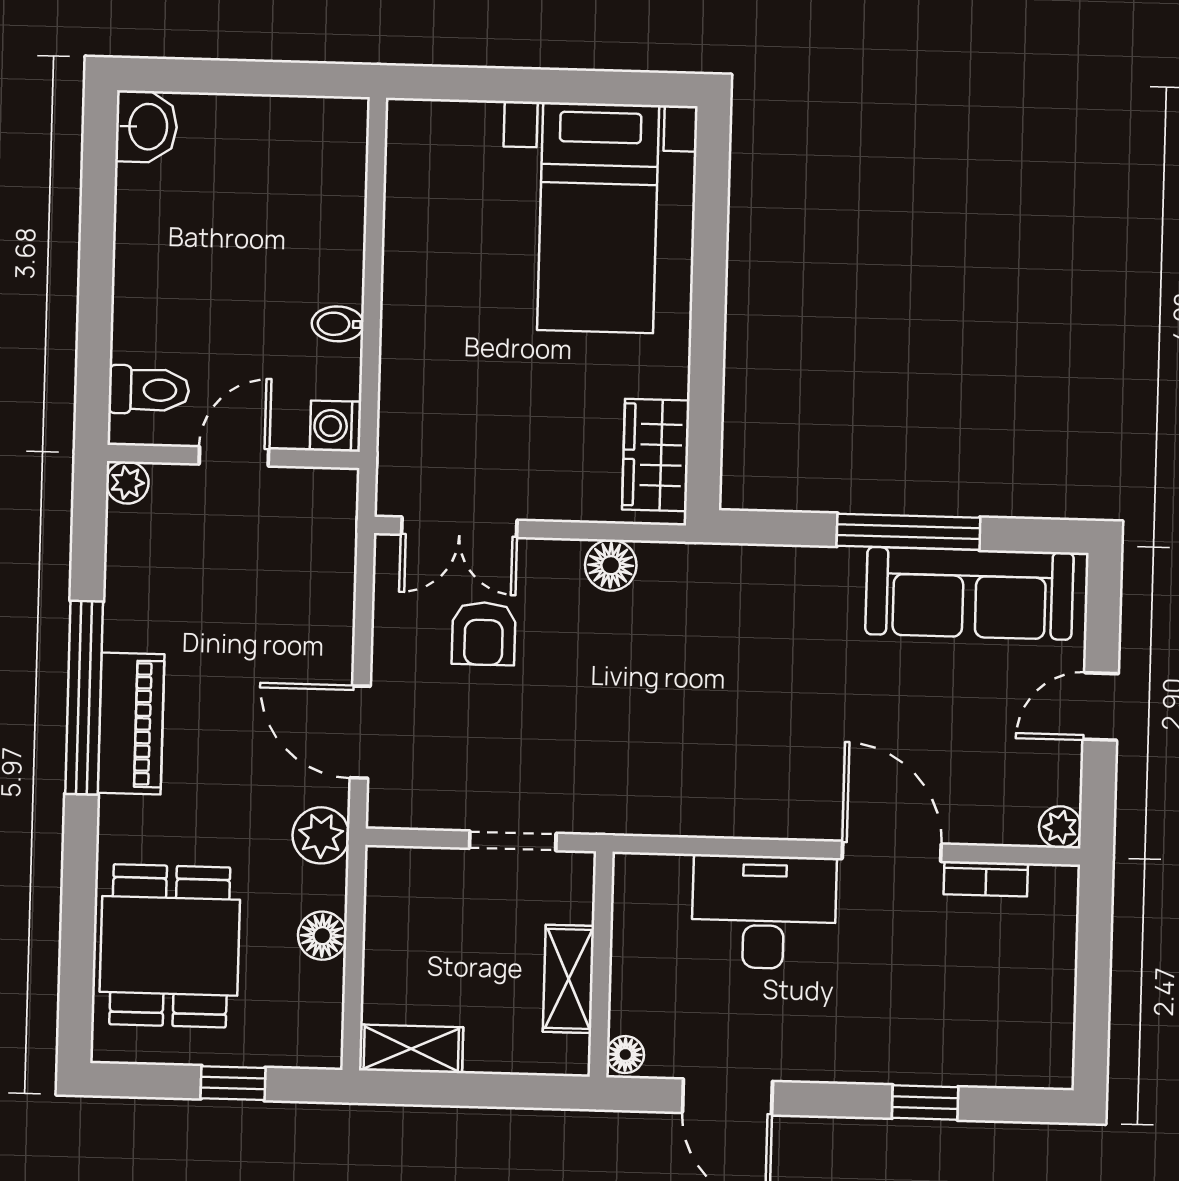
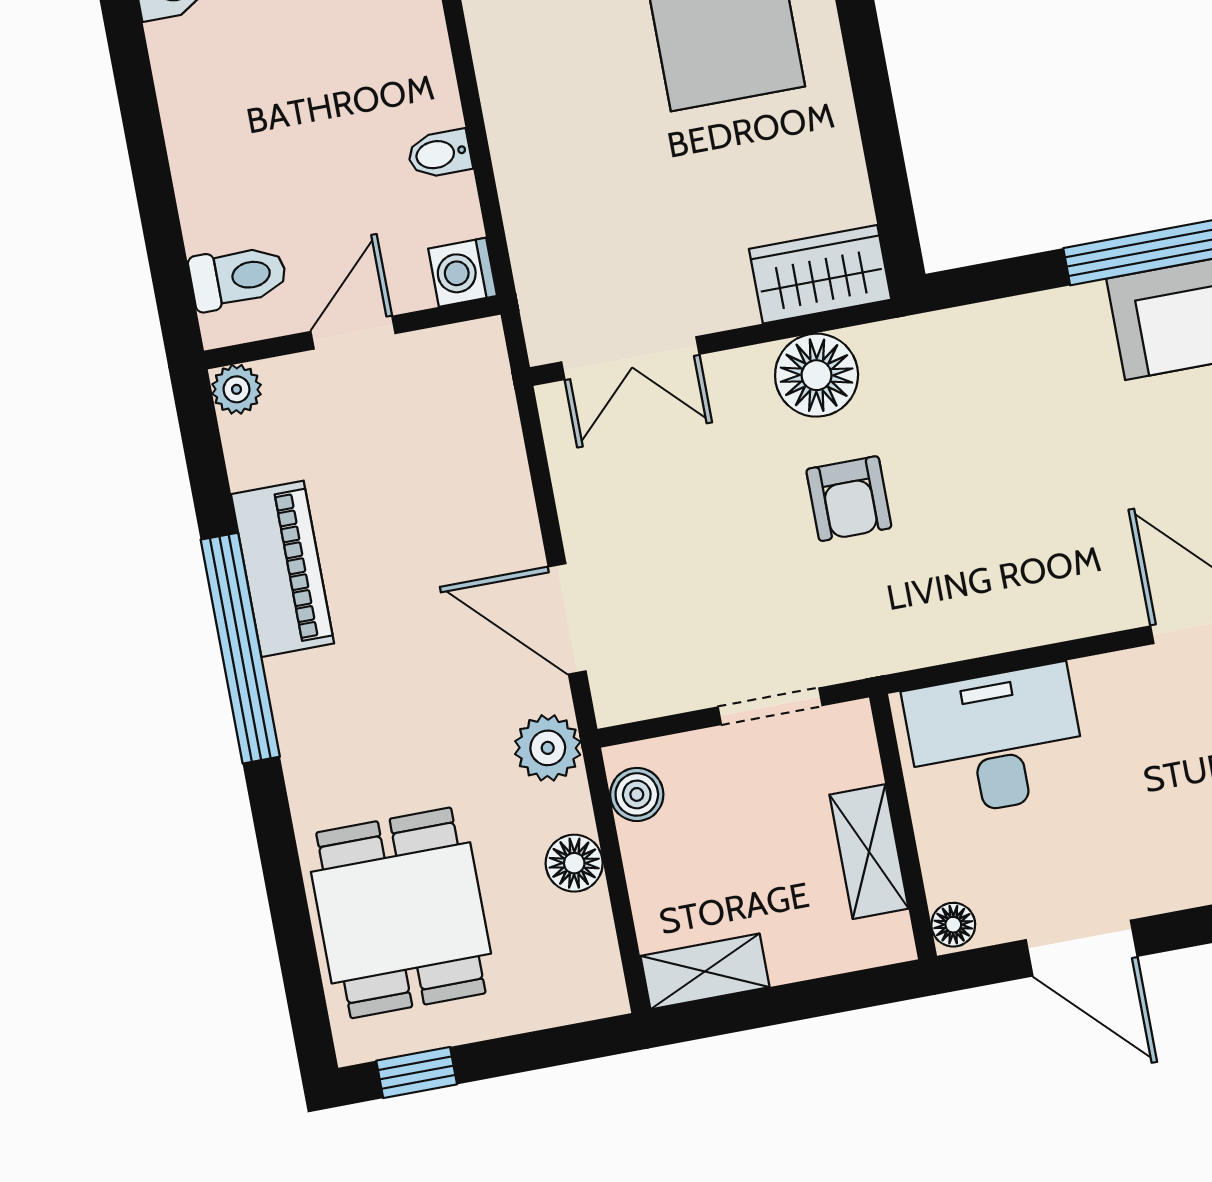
wardrobe: (656, 455) -> (820, 274), moved, turned 90
floor lamp: (611, 565) -> (817, 375), width x1.38, depth x1.38
armchair: (484, 634) -> (849, 499), moved
piano: (131, 724) -> (282, 569), moved
boiler: (386, 890) -> (637, 794), added
desk: (764, 912) -> (995, 741), moved
window: (233, 1083) -> (417, 1073), moved

